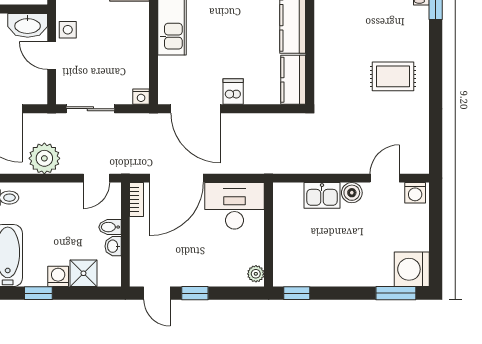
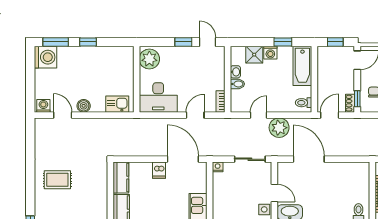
door: (96, 178) -> (259, 115), moved
door: (177, 178) -> (195, 115), width x0.53
door: (385, 178) -> (63, 115), swing flipped
kitchen sink: (322, 195) -> (117, 104), moved
plant: (256, 274) -> (149, 59), width x1.88, depth x1.88
window: (297, 293) -> (88, 42), moved

